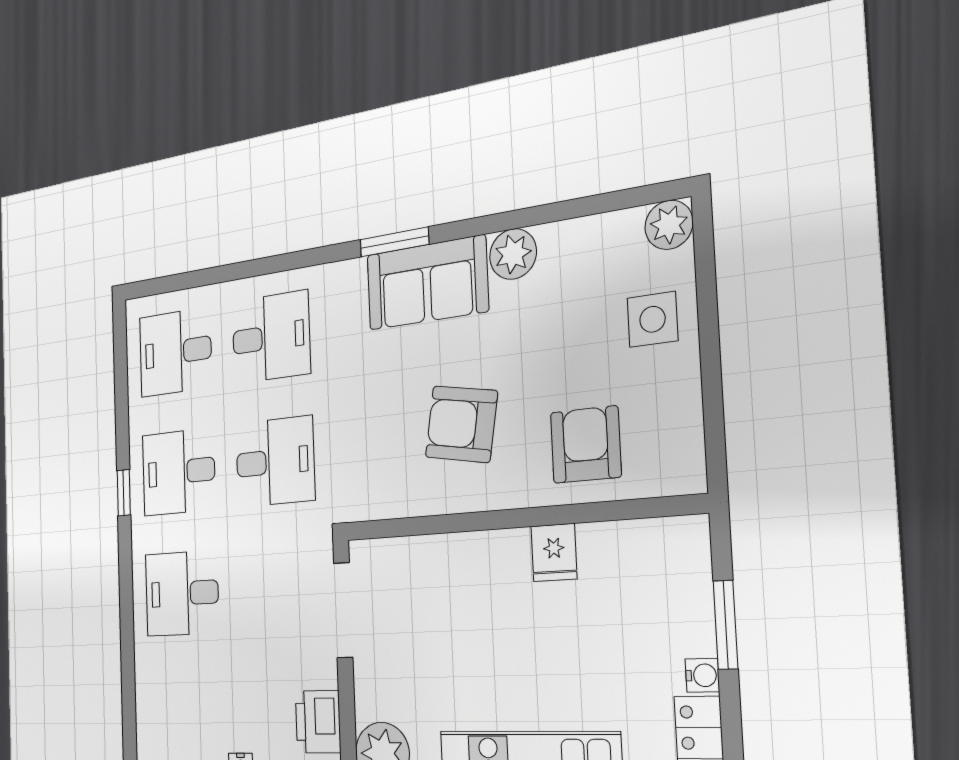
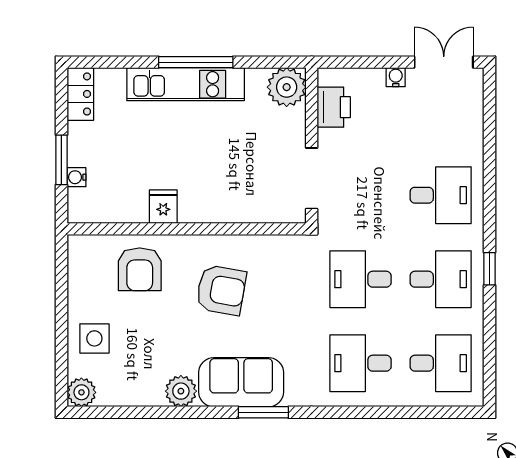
water cooler: (702, 675) -> (76, 177), moved

